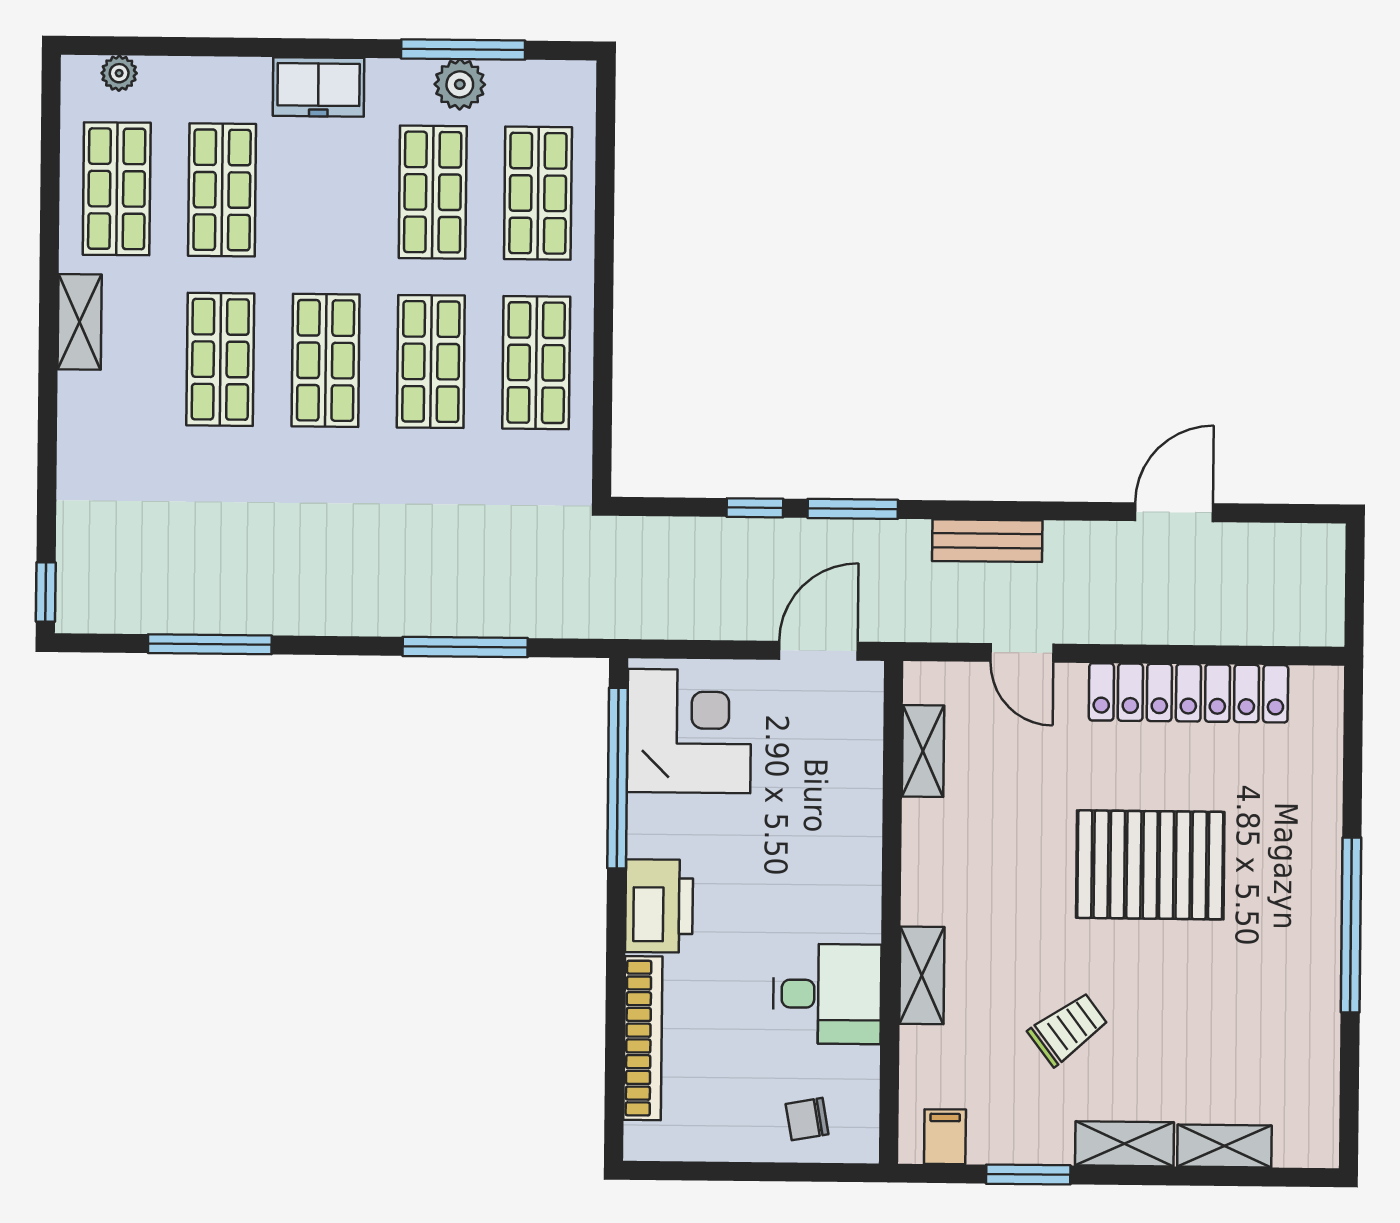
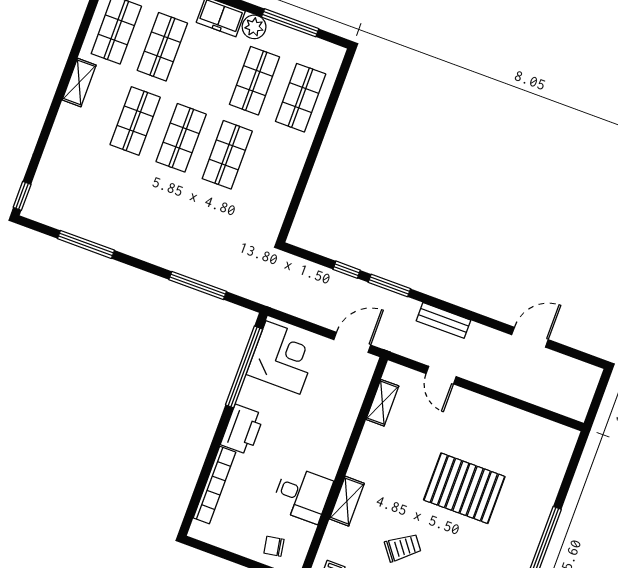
plant: (460, 84) -> (254, 27), moved
shop shelf: (536, 363) -> (273, 172), removed
locker: (1188, 693) -> (508, 419), removed

